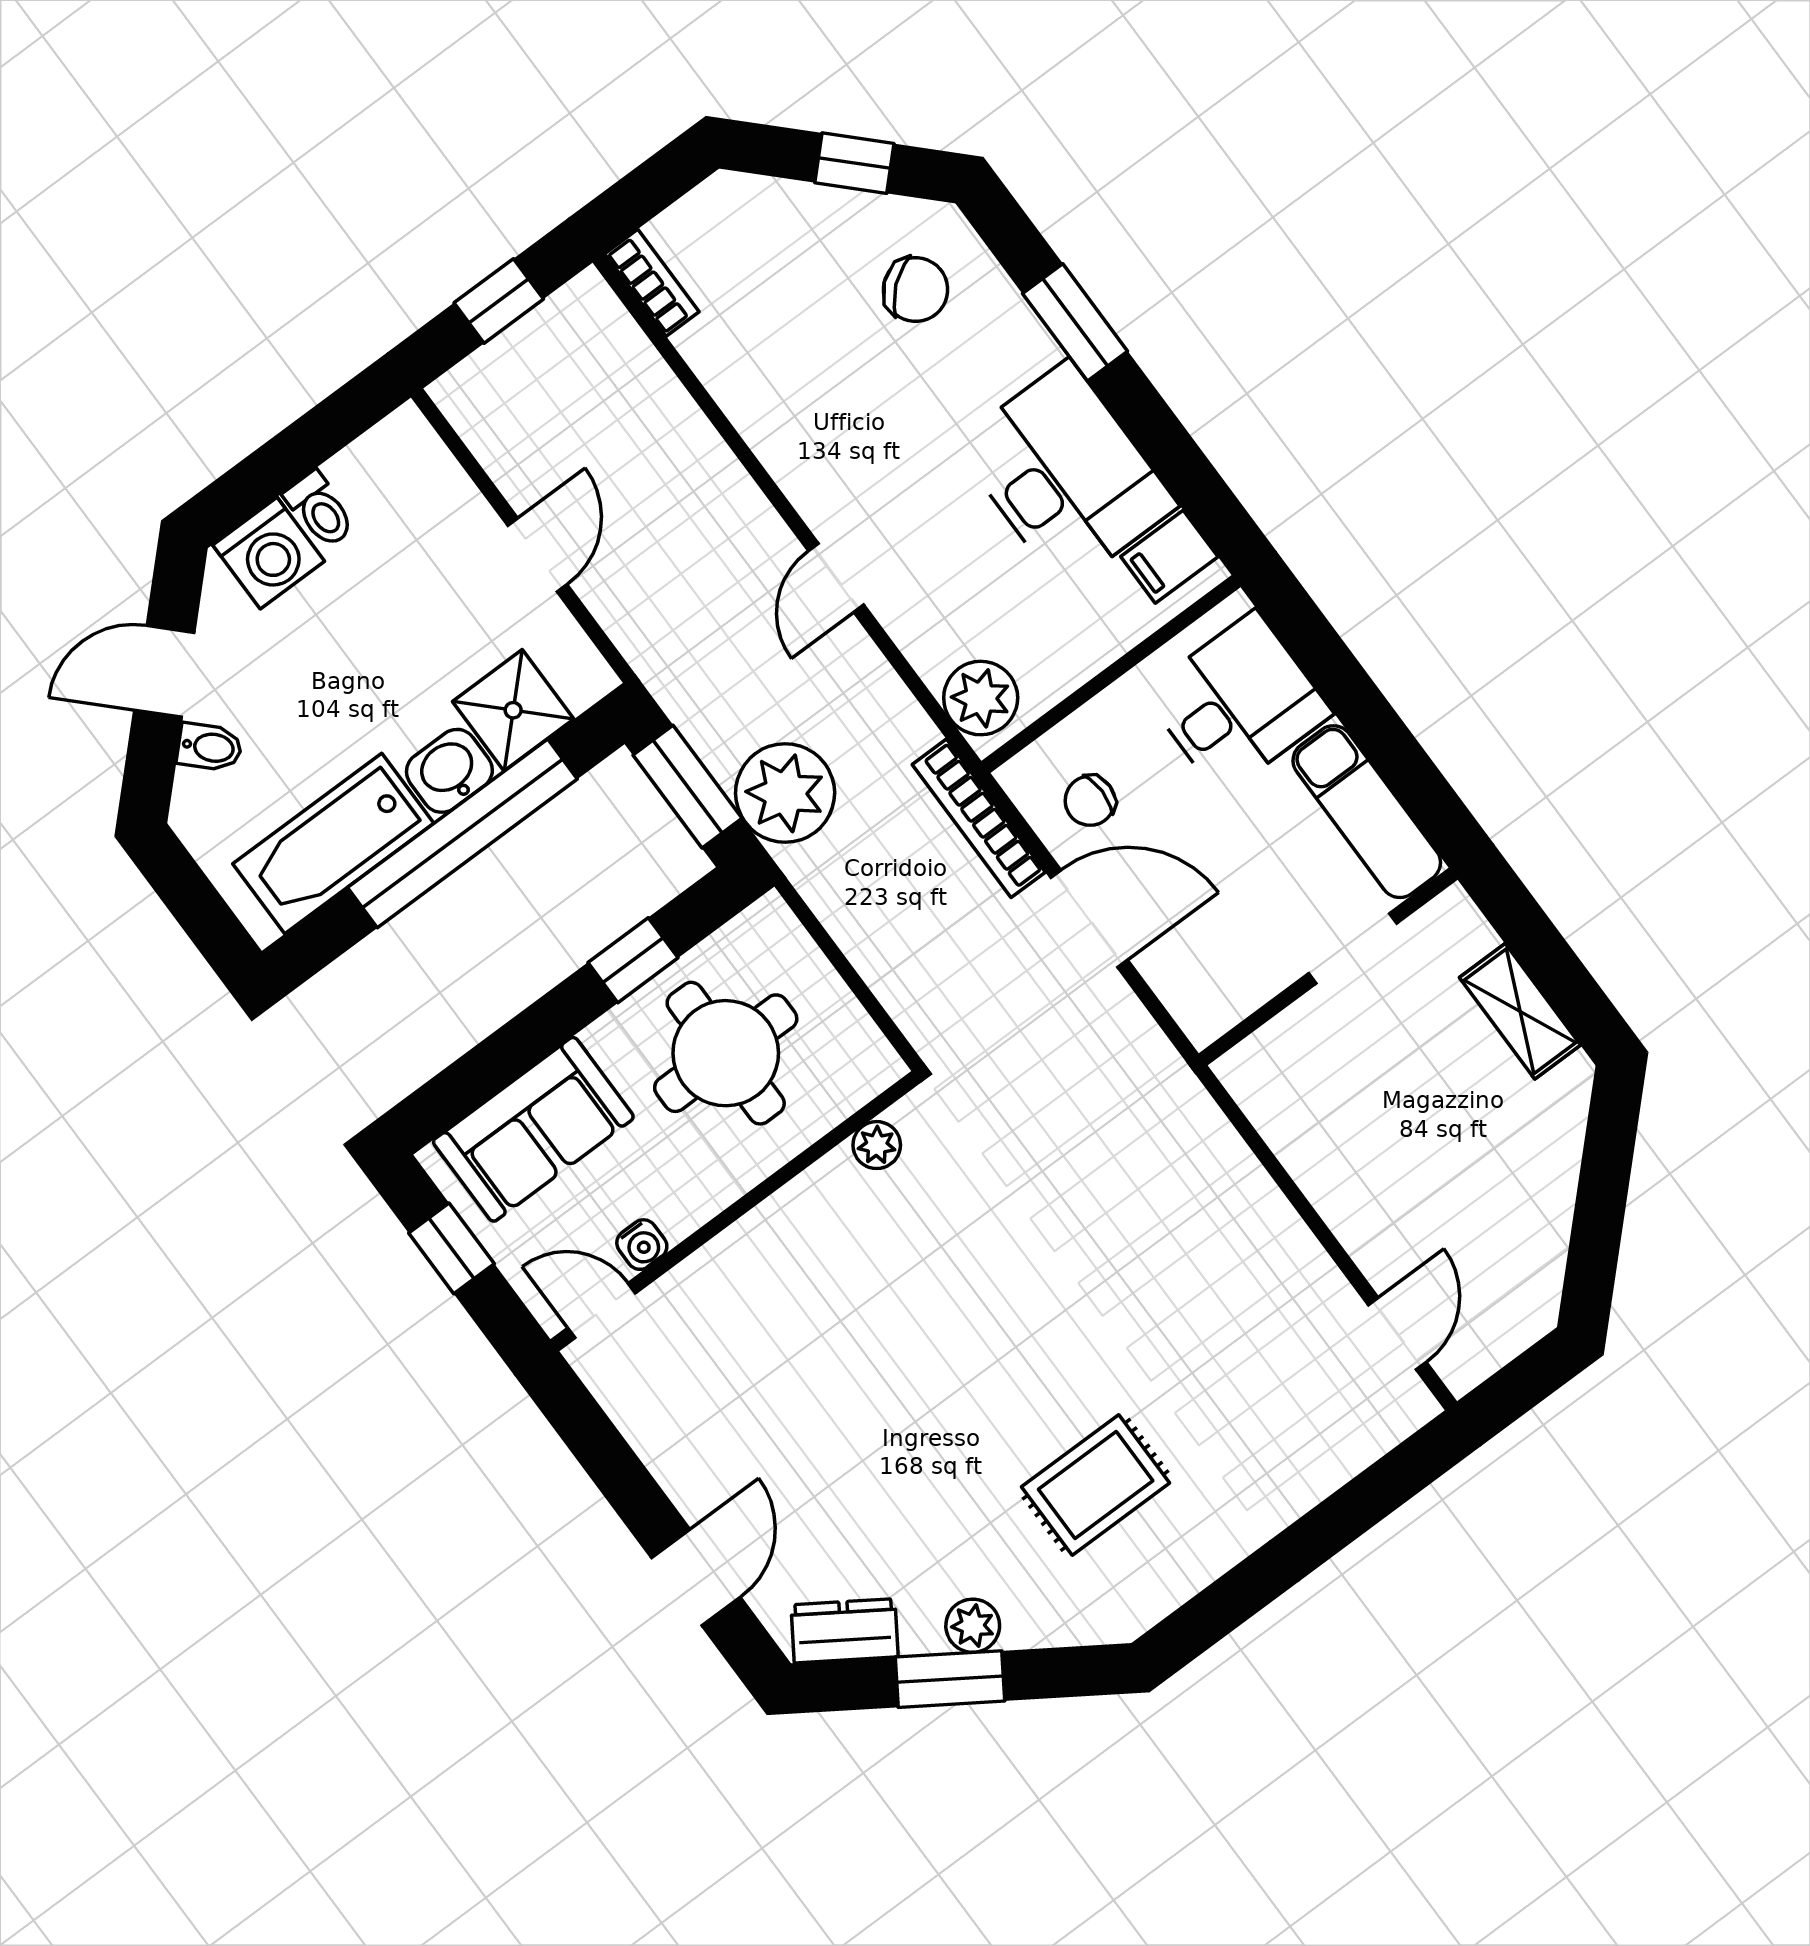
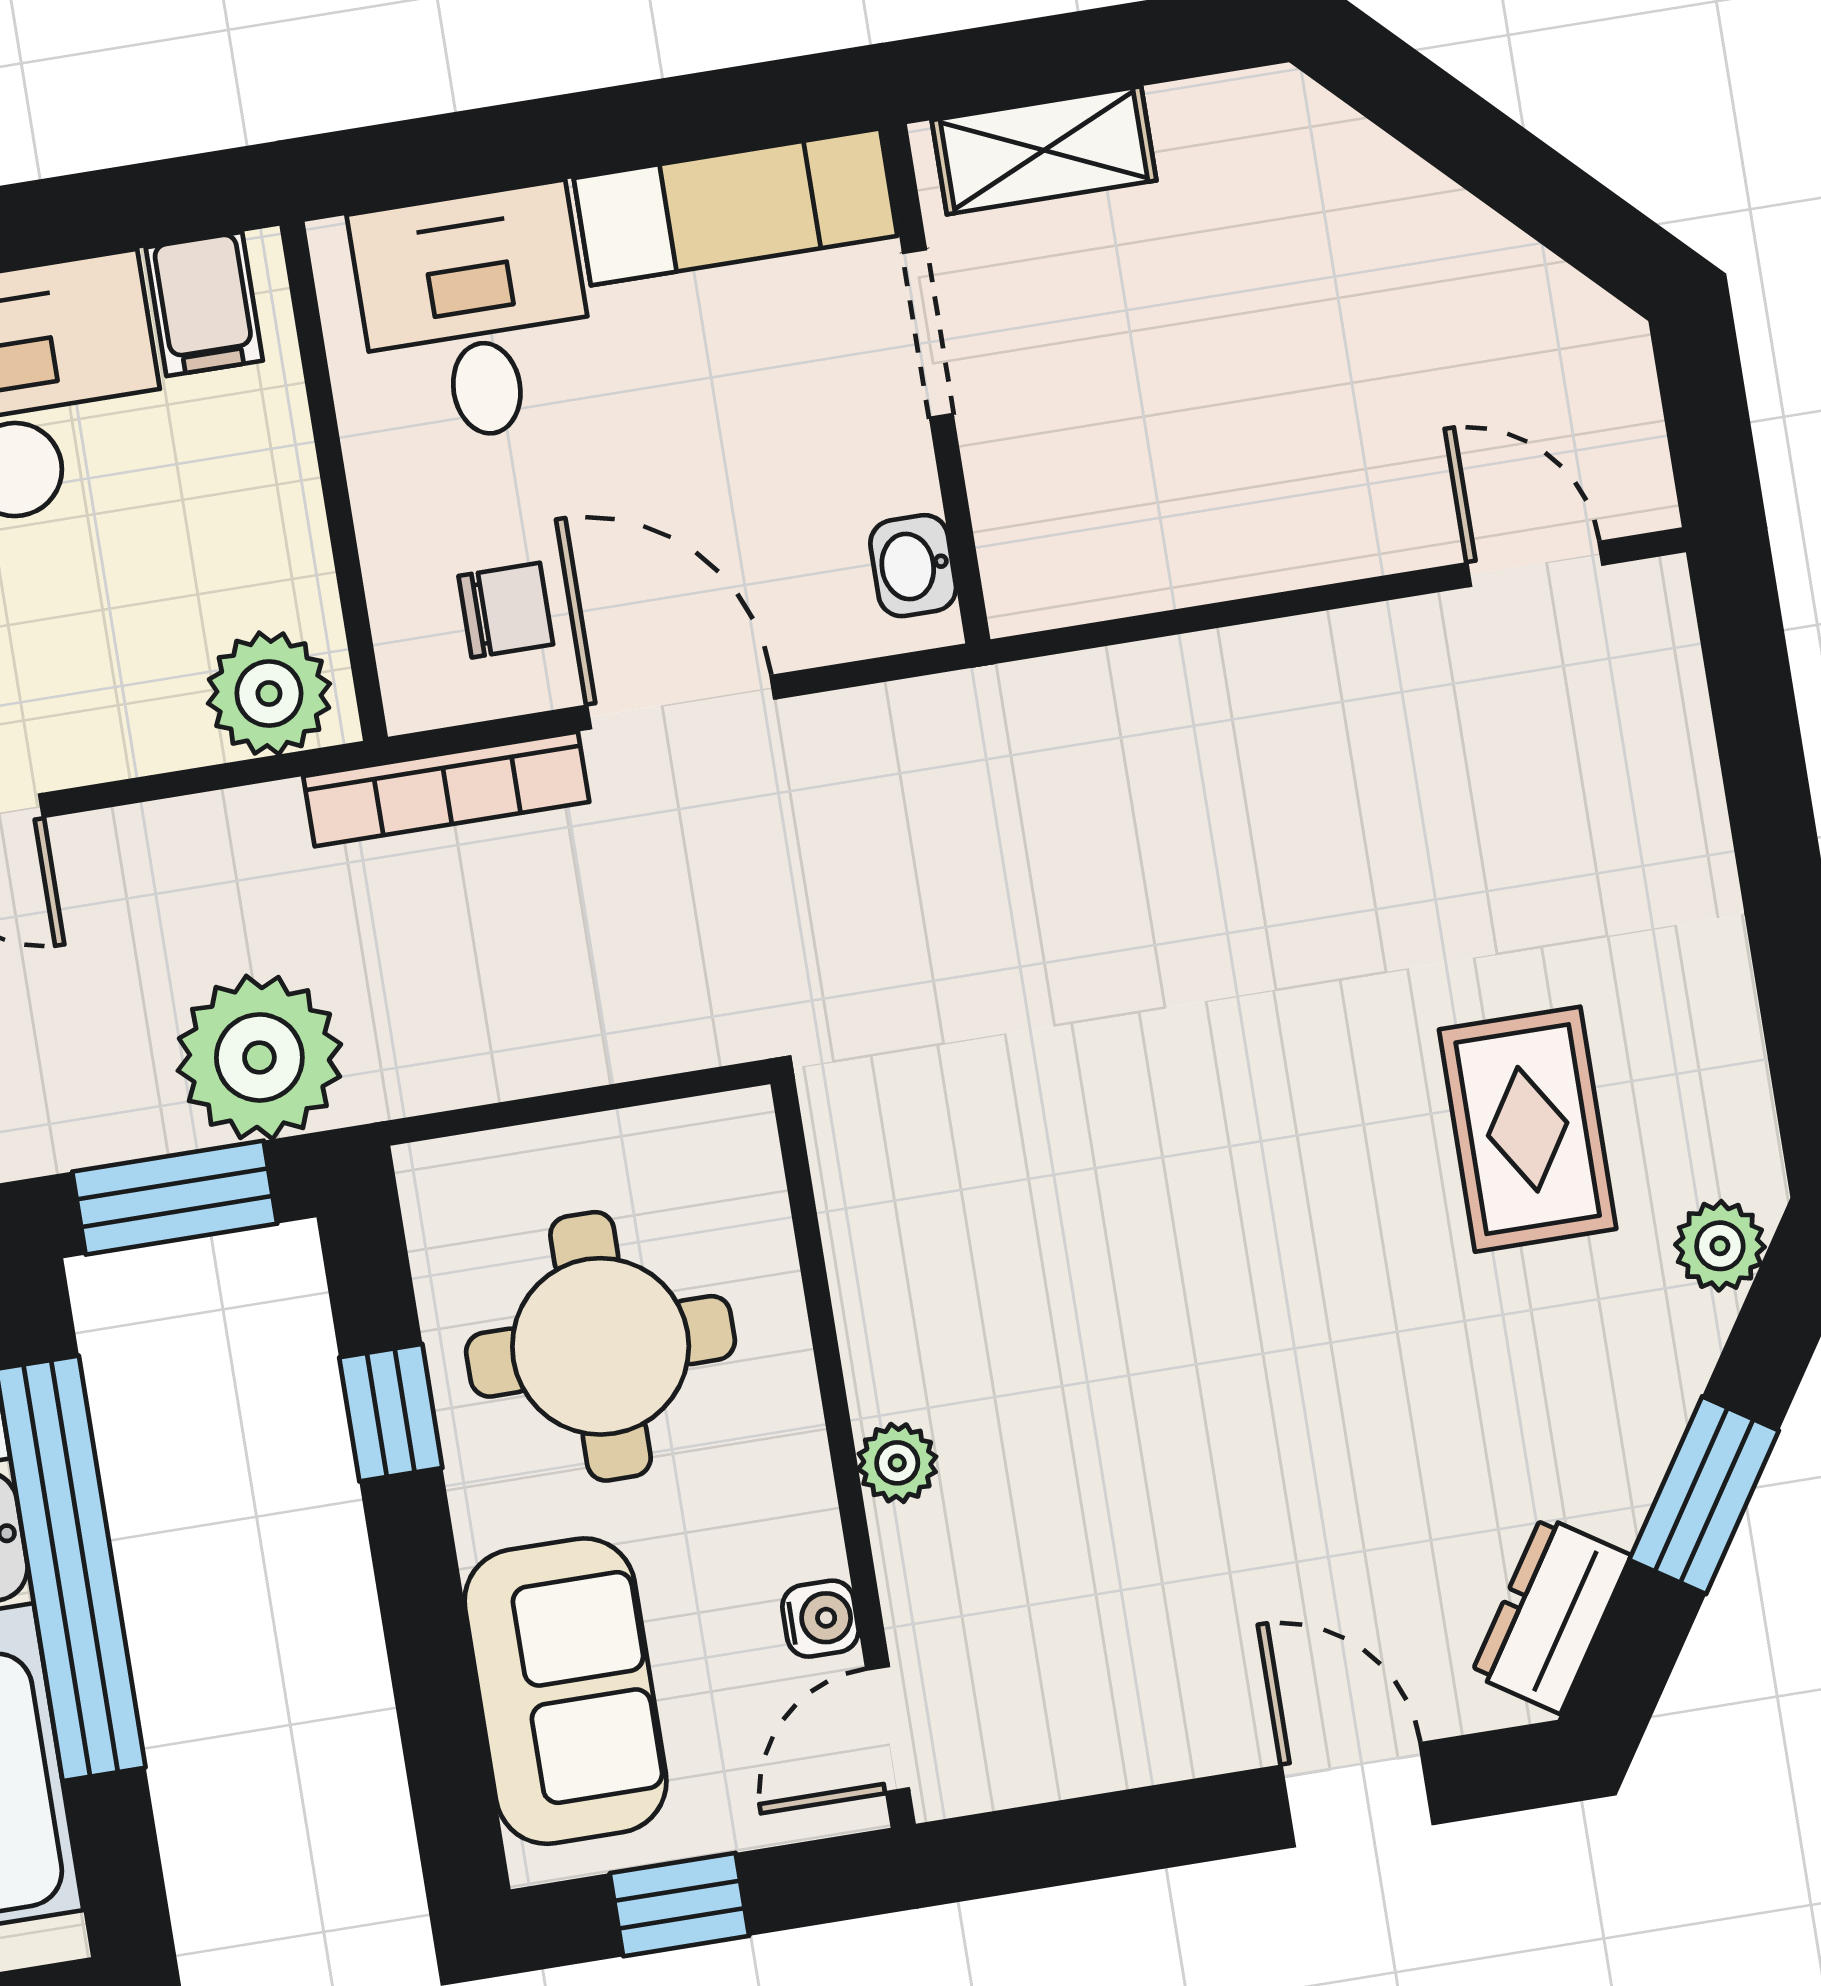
chair: (1090, 801) -> (506, 610), turned -90
door: (1089, 919) -> (681, 702), hinge flipped
washbasin: (1225, 1004) -> (913, 566), added
shelving: (1520, 1011) -> (1044, 150), moved
plant: (877, 1145) -> (897, 1463), moved
plant: (973, 1626) -> (1720, 1246), moved

